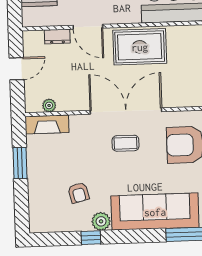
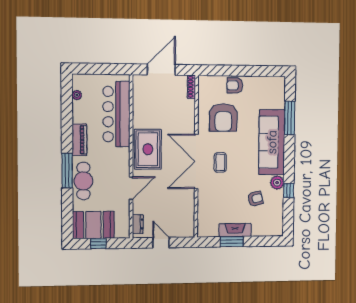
dresser: (57, 37) -> (138, 224), moved
plant: (49, 105) -> (190, 219), removed
fireplace: (47, 124) -> (235, 230), moved, turned -90

